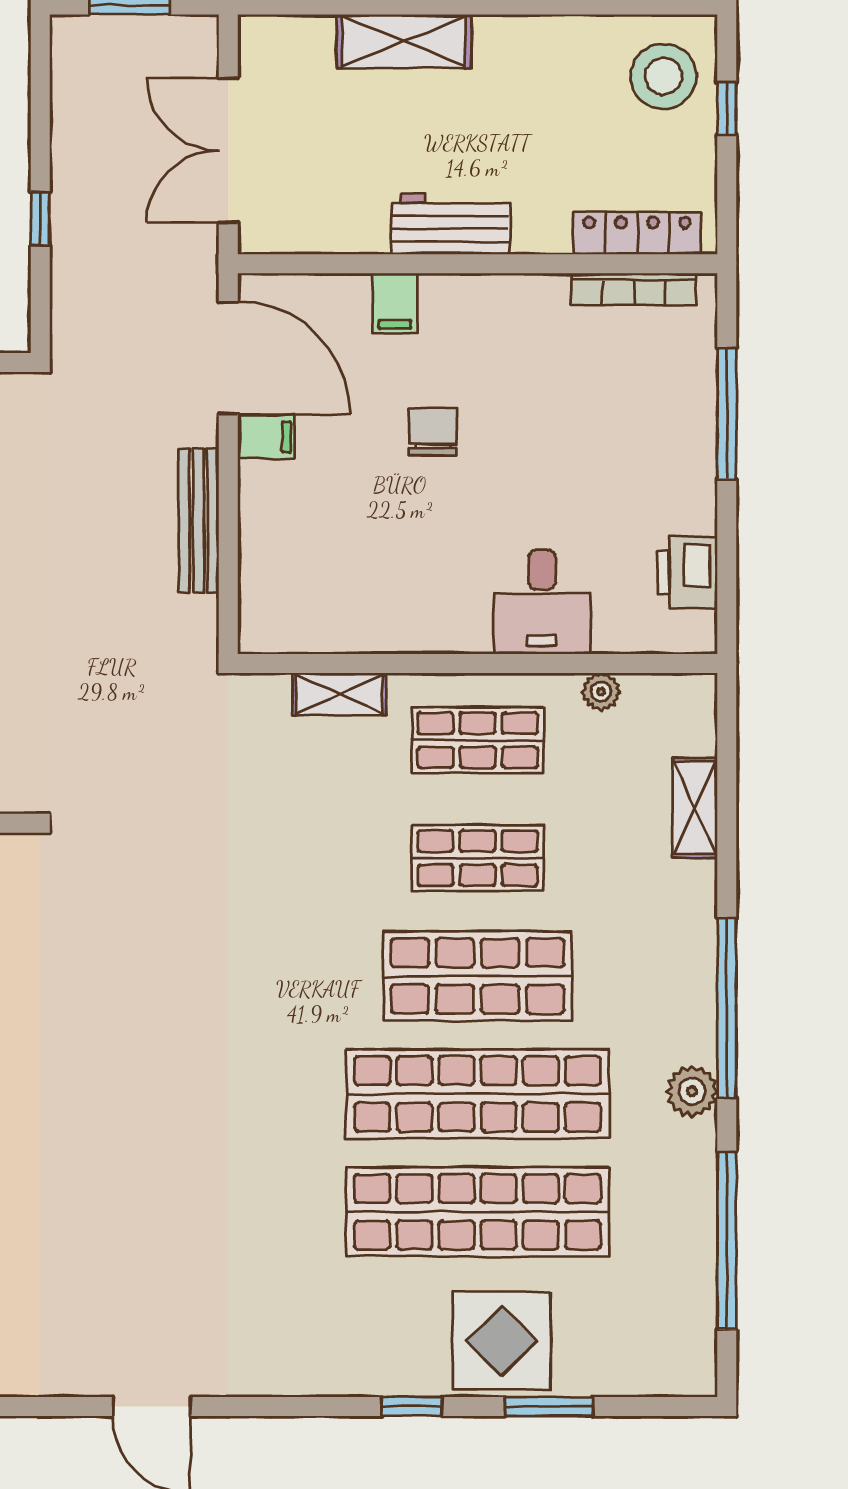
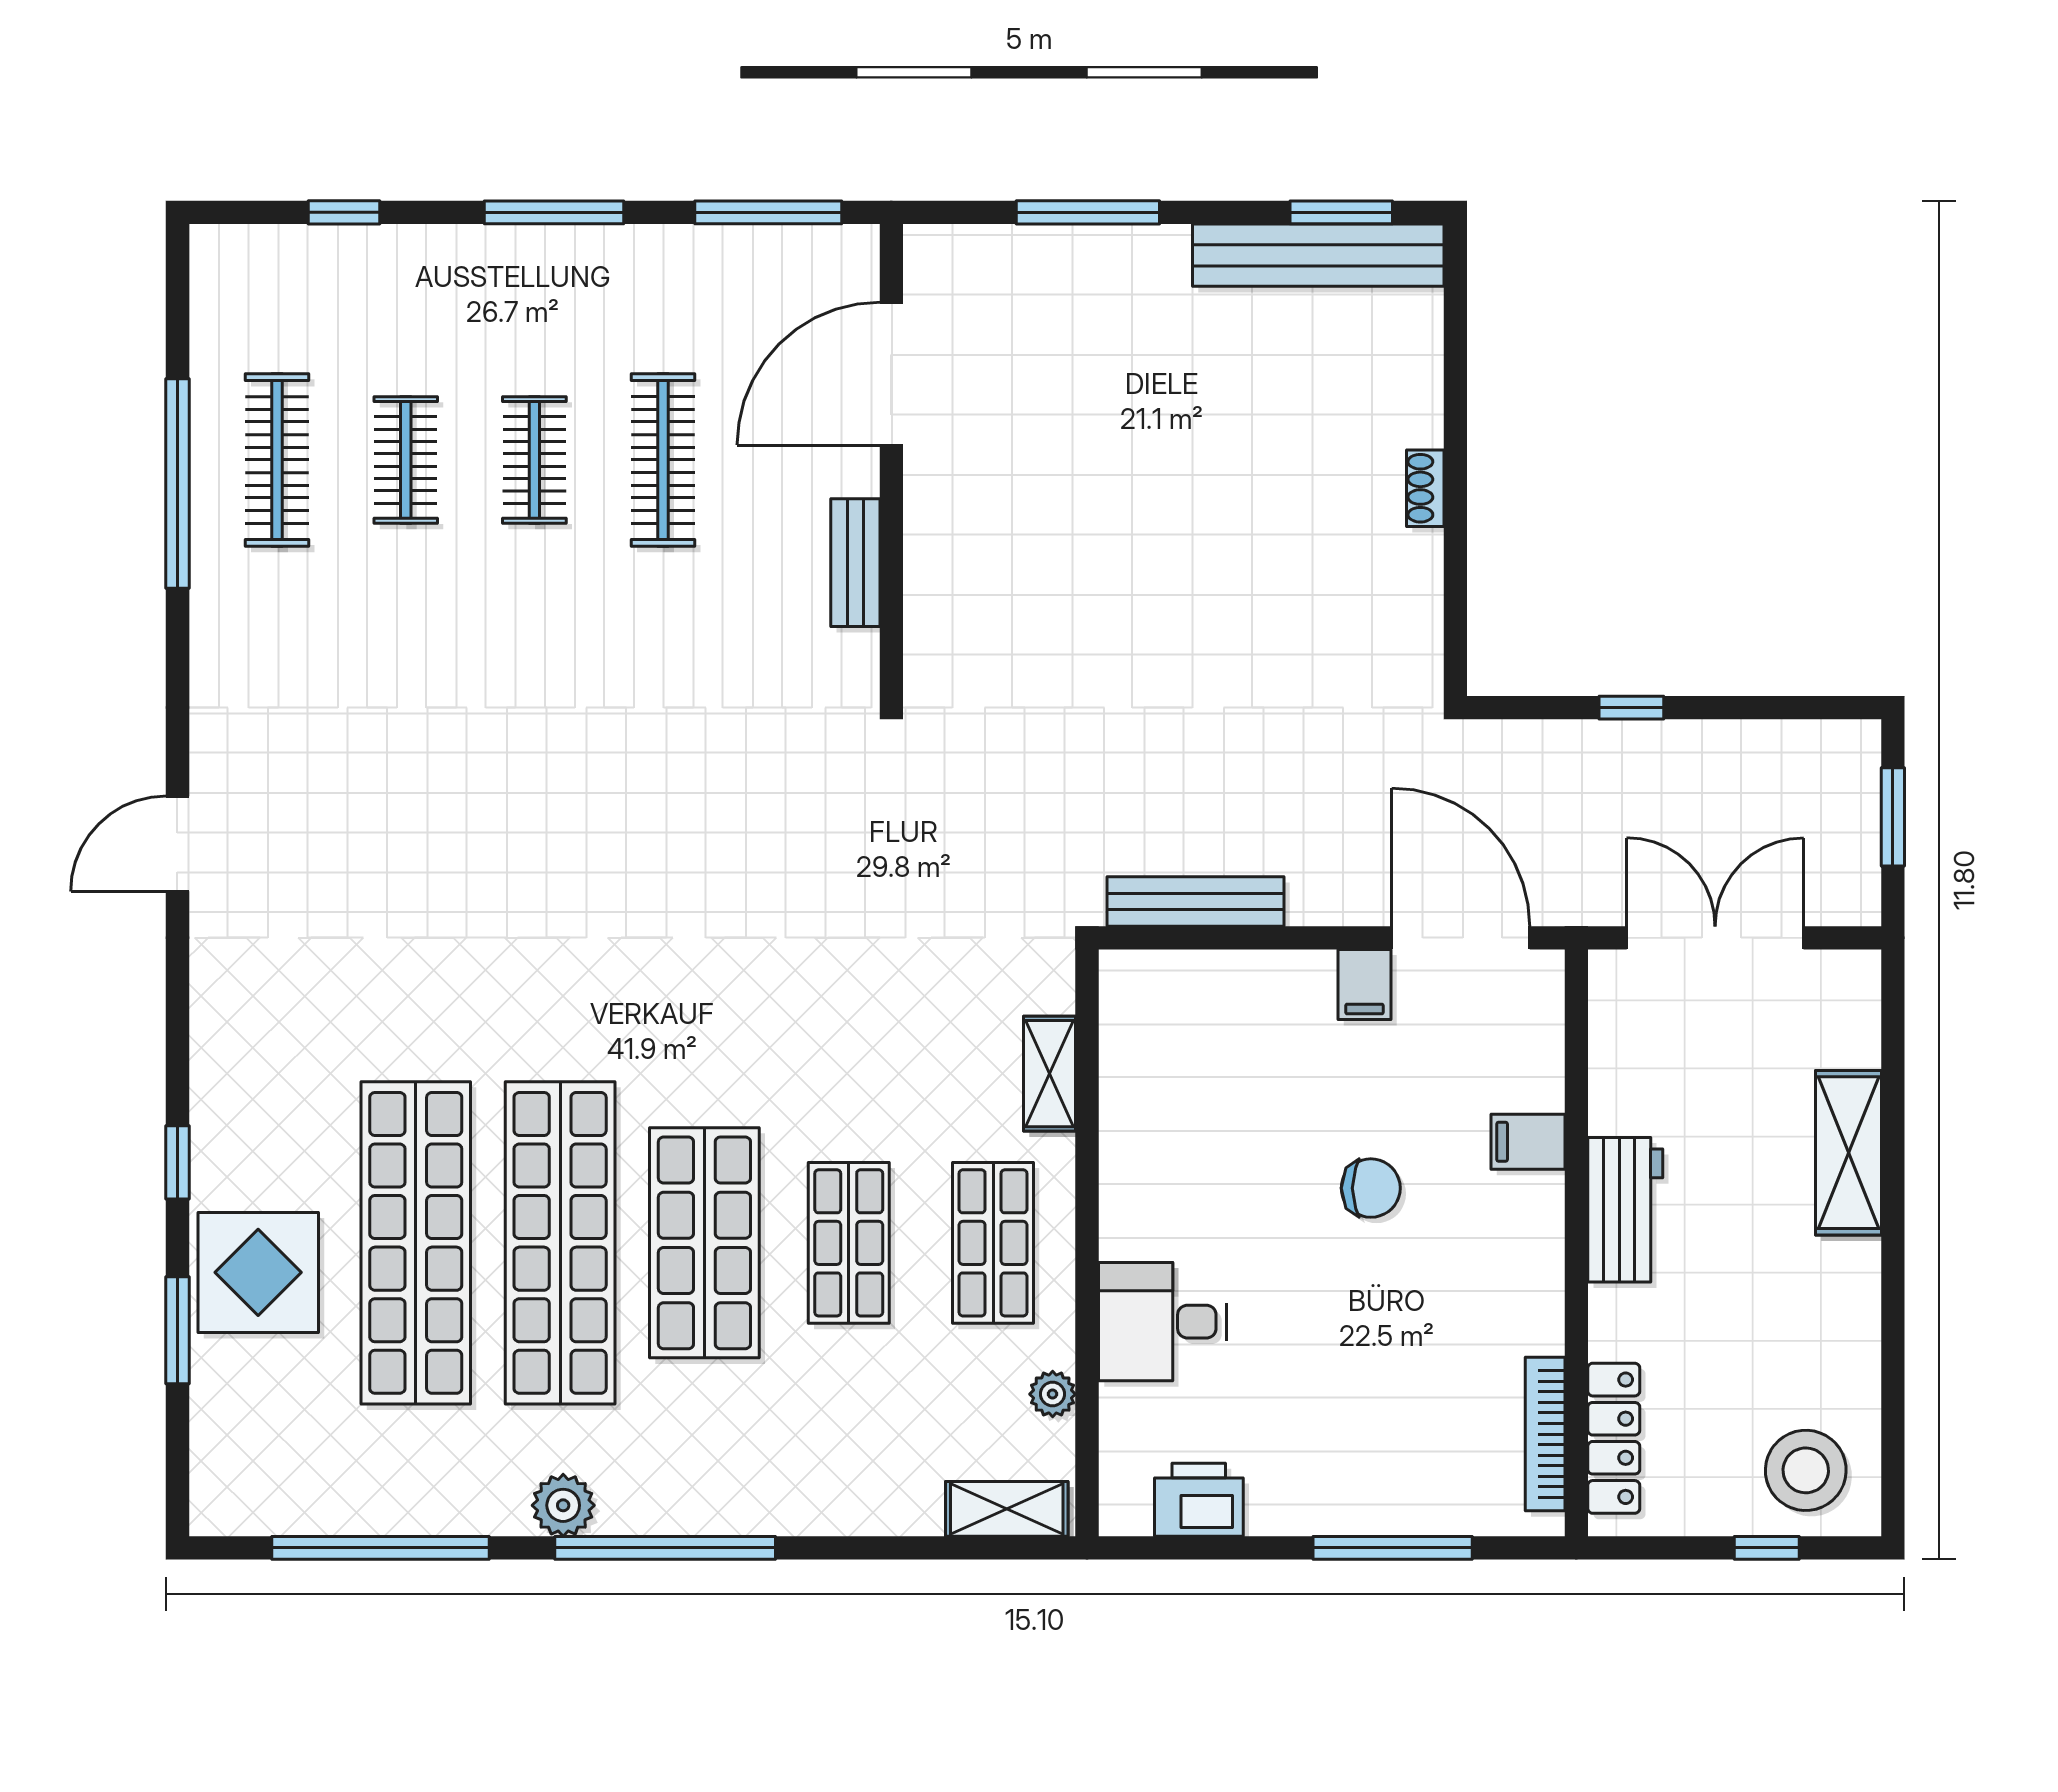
door: (228, 358) -> (1461, 938), swing flipped
bench: (199, 521) -> (1196, 902), moved
shelving: (695, 808) -> (1007, 1509), moved

